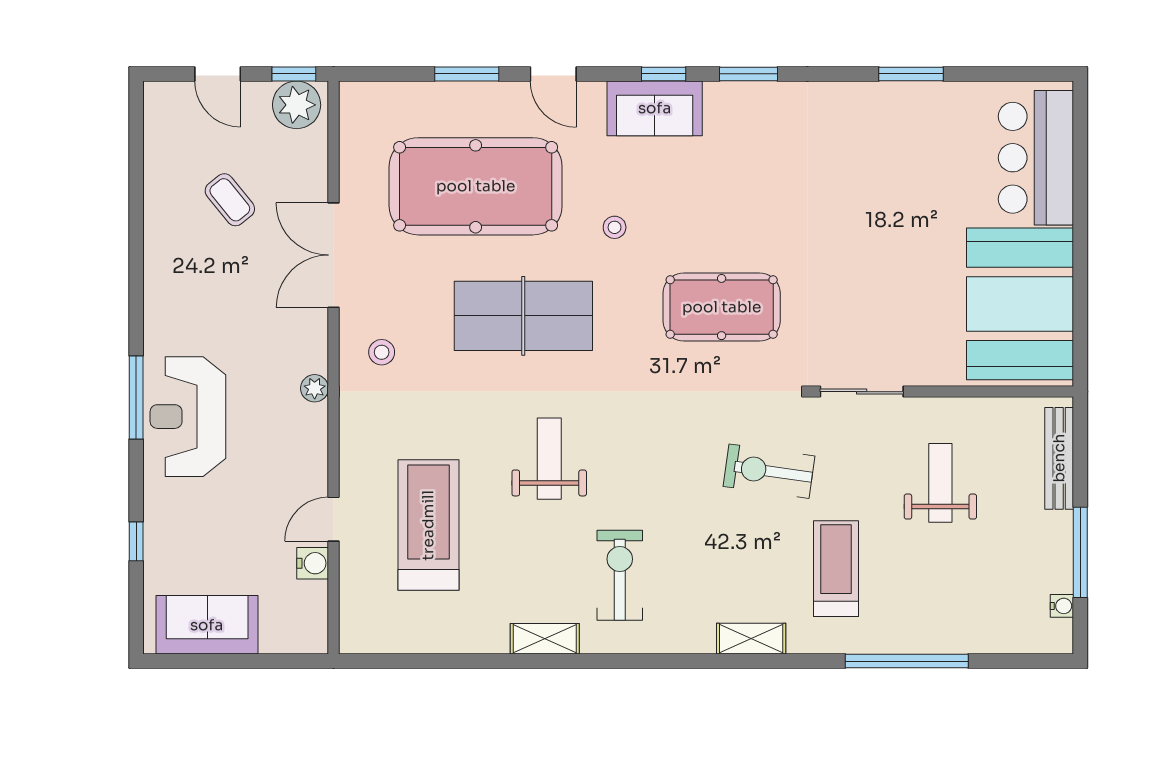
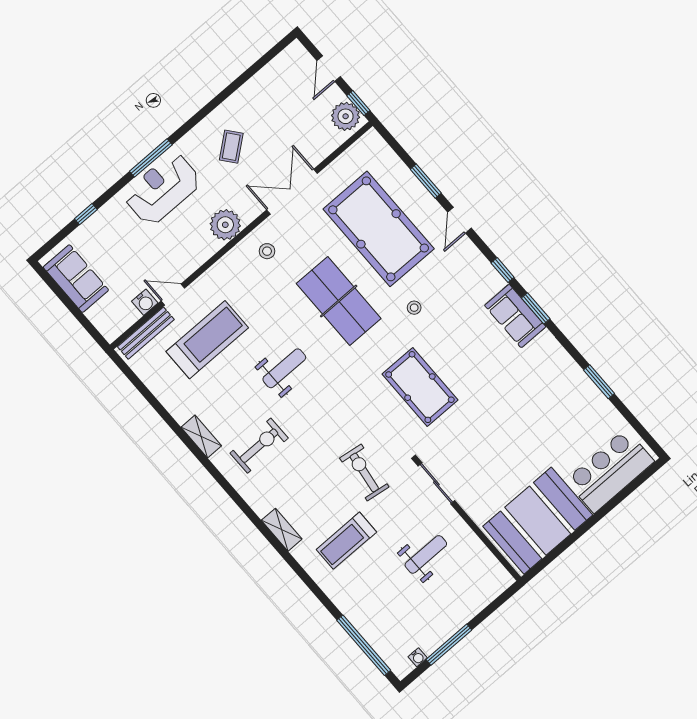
sofa: (655, 108) -> (515, 316), moved
coffee table: (230, 200) -> (231, 147), moved
plant: (315, 388) -> (225, 225), width x1.88, depth x1.88
bench: (1059, 458) -> (146, 333), moved
treadmill: (836, 569) -> (346, 541), turned 180
window: (907, 661) -> (364, 645), moved

